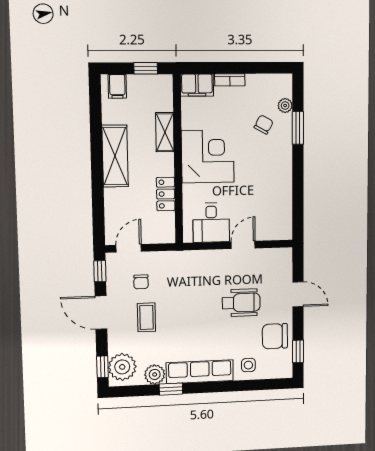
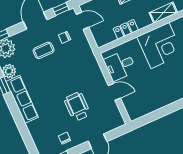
wheelchair: (241, 303) -> (77, 107), turned 180
chair: (275, 336) -> (65, 138), width x0.54, depth x0.54
side table: (248, 365) -> (39, 129), removed

